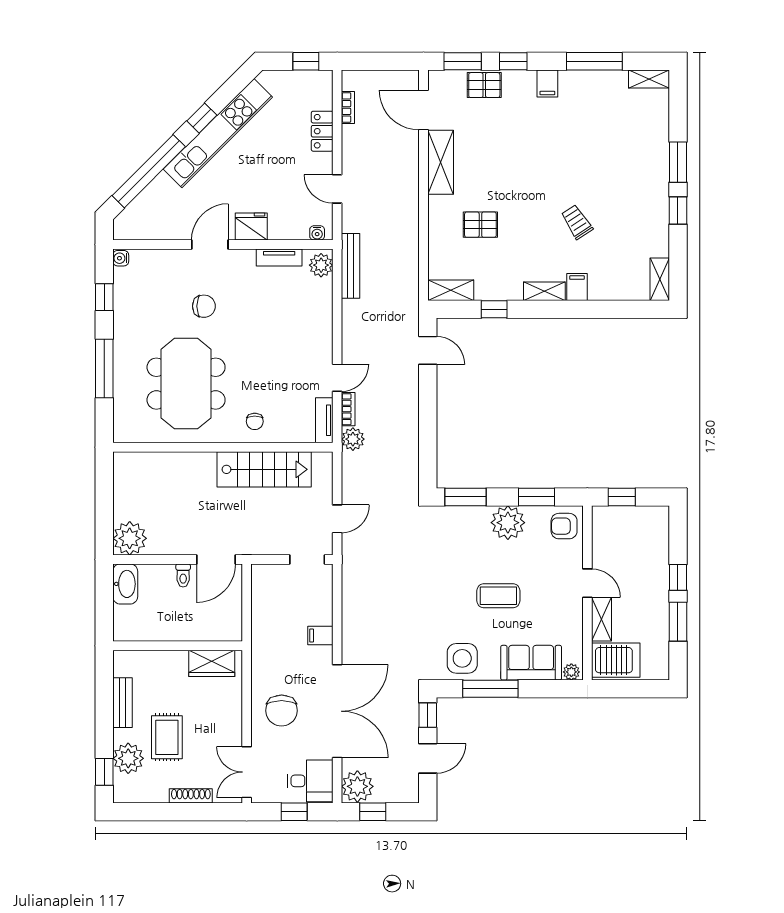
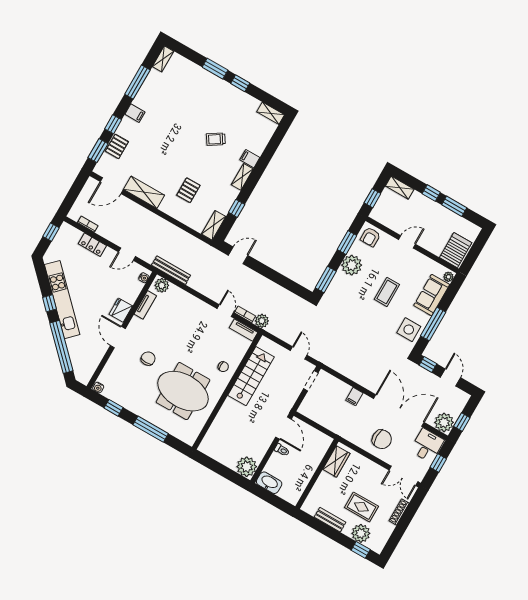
shelving: (602, 619) -> (400, 188), moved

